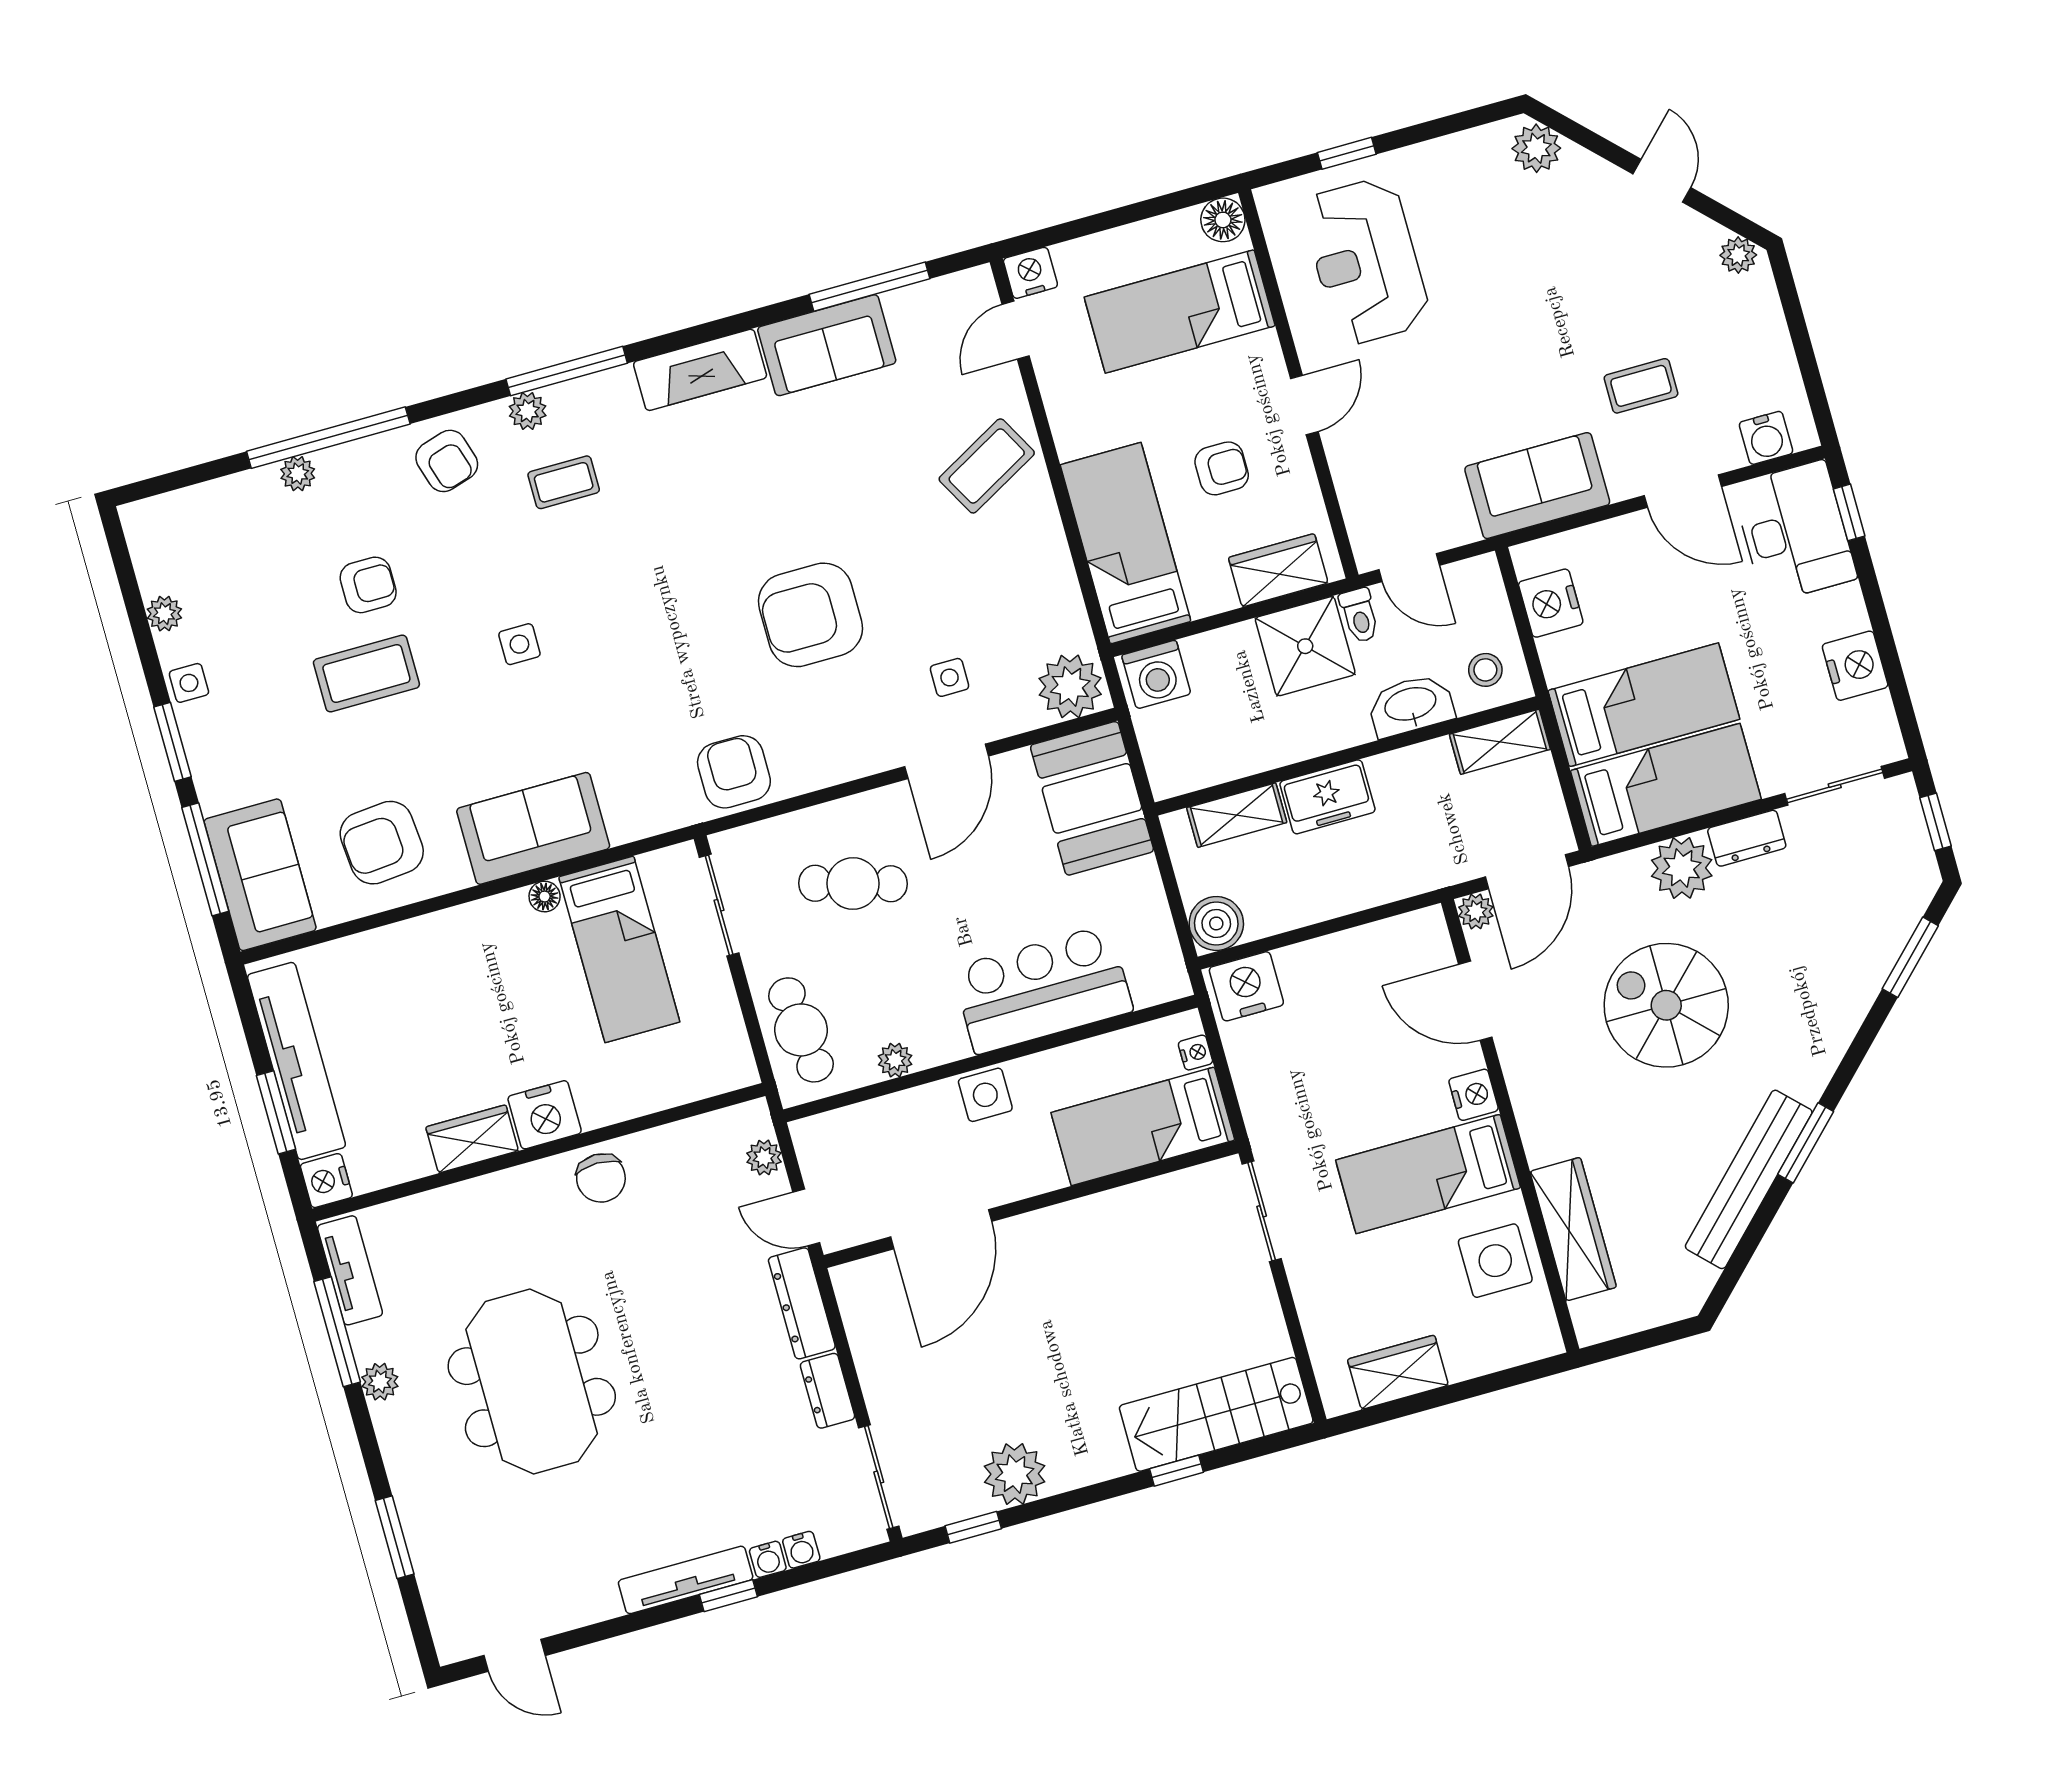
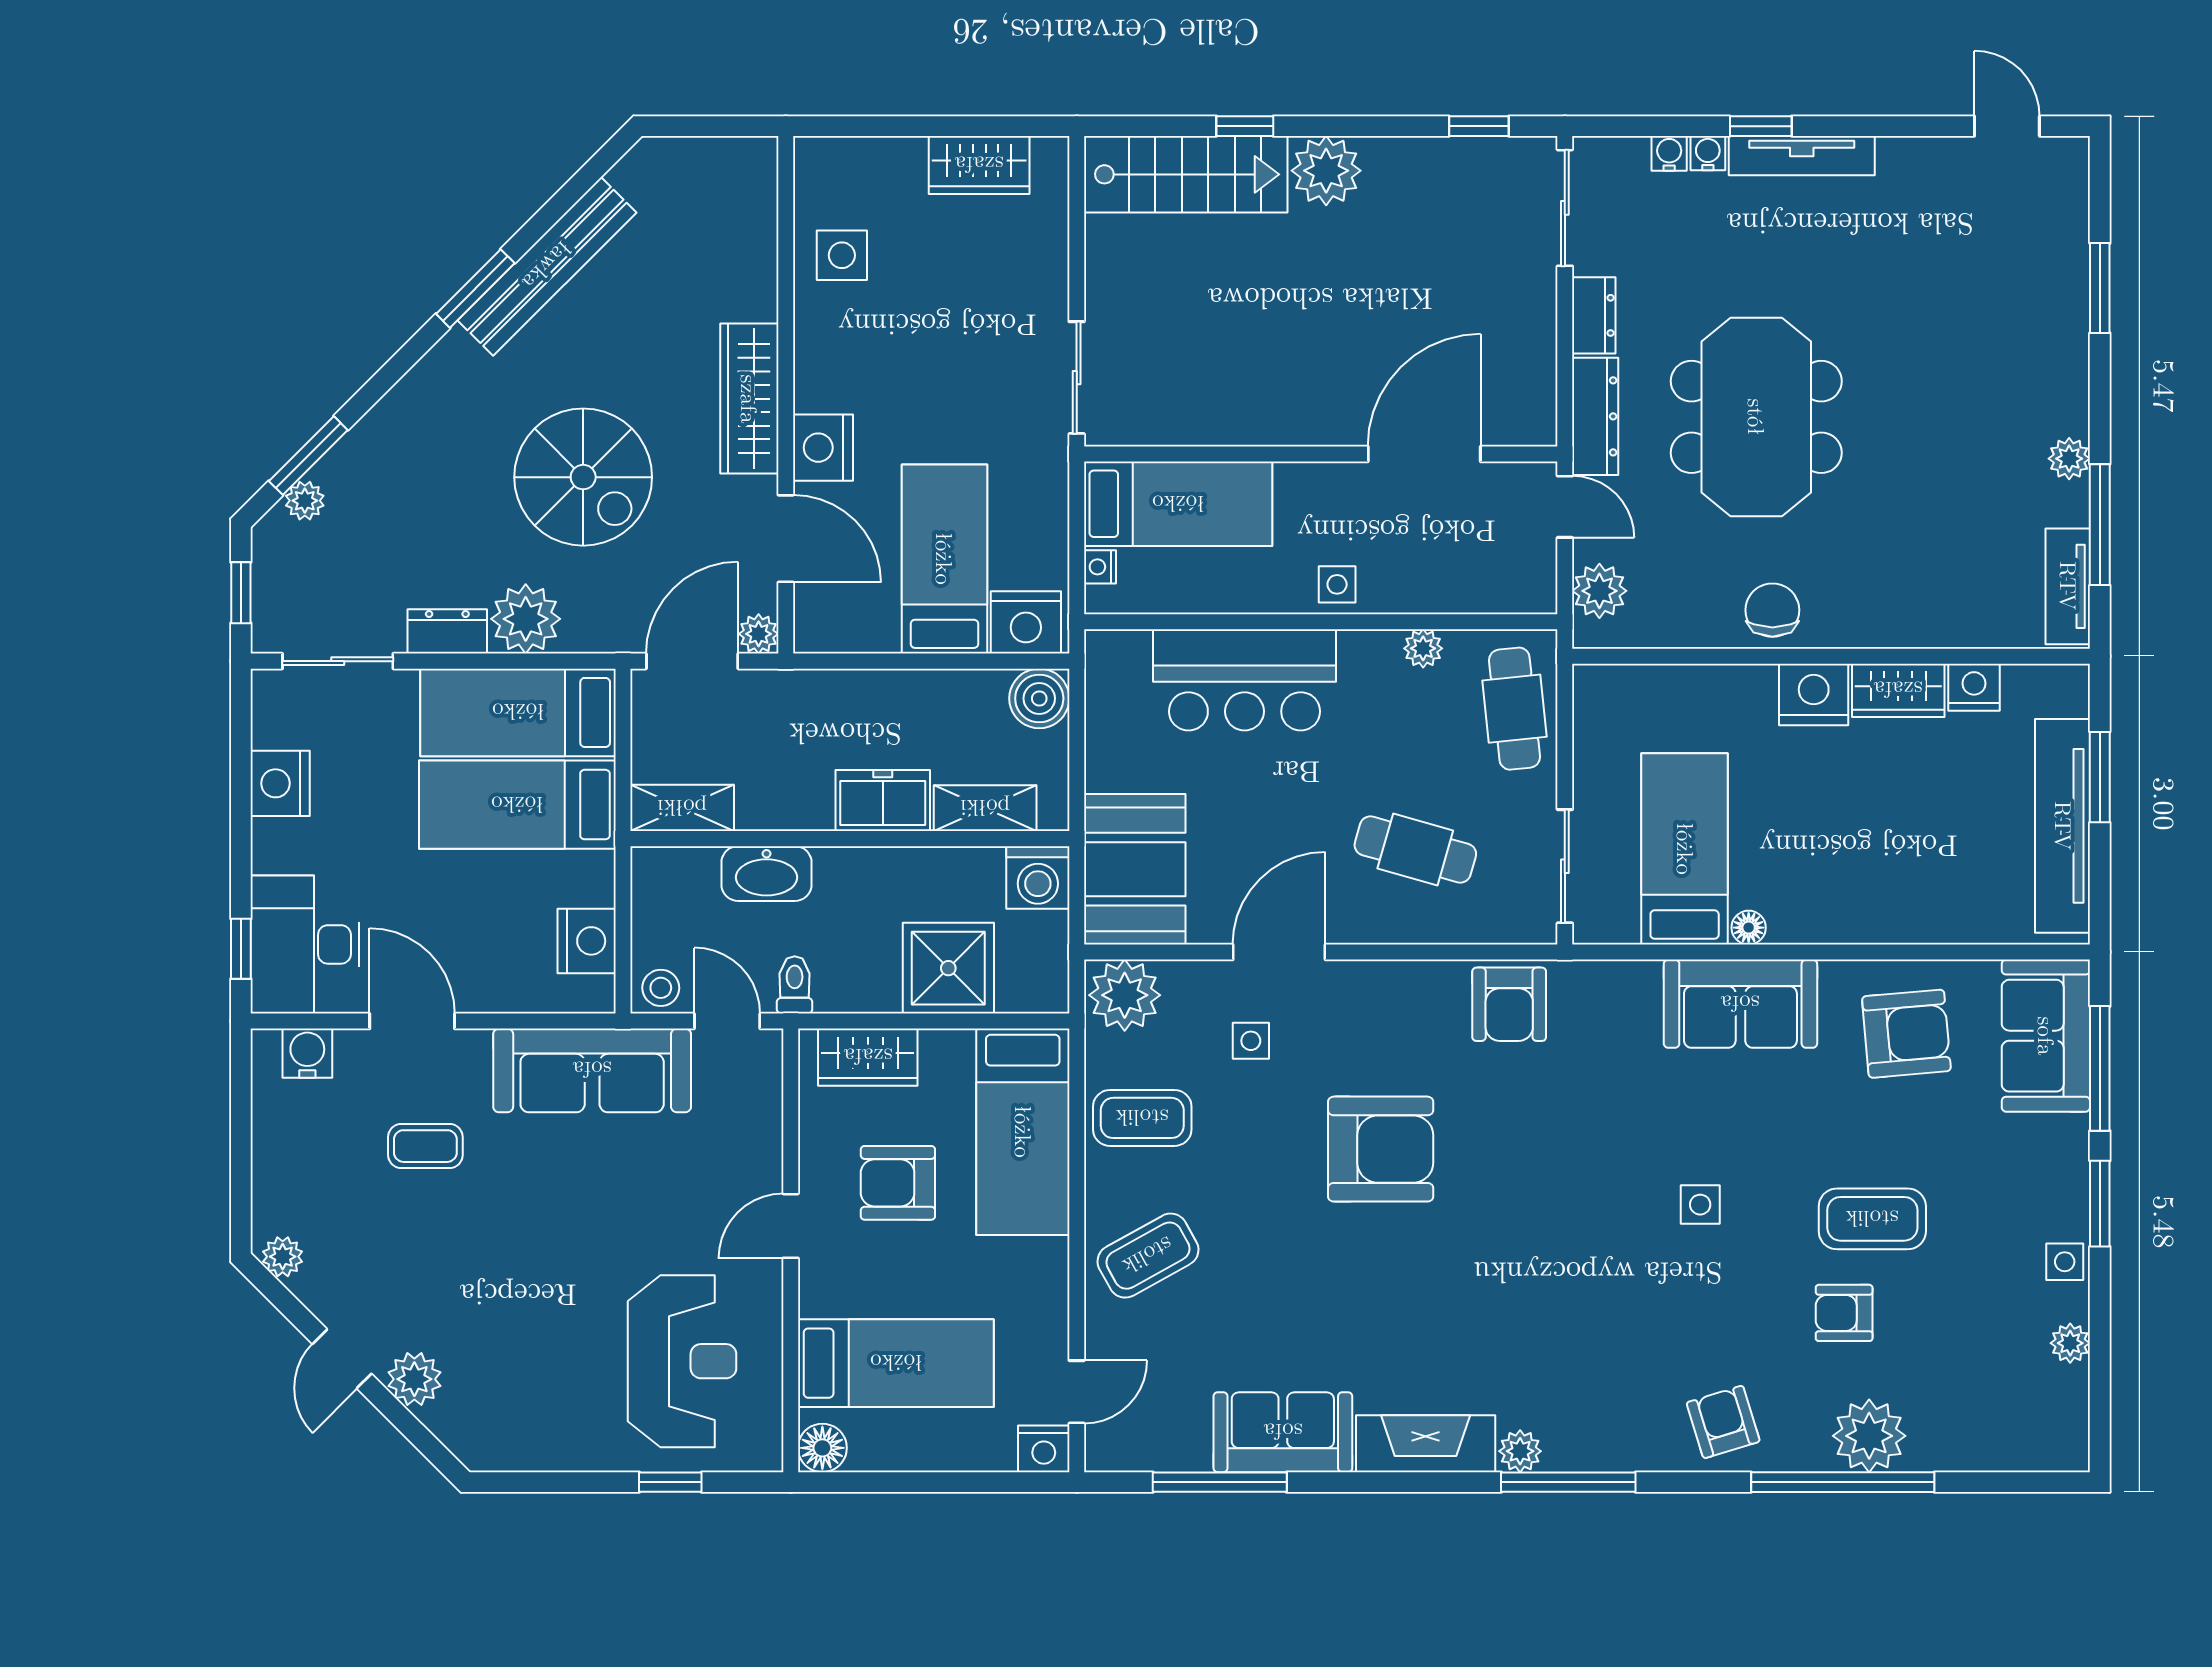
plant: (1536, 148) -> (414, 1379), moved
plant: (528, 411) -> (1520, 1451), moved
armchair: (1222, 468) -> (898, 1183), width x1.38, depth x1.38
plant: (298, 474) -> (1869, 1436), width x1.87, depth x1.87
coffee table: (564, 482) -> (1142, 1118), moved, width x1.36, depth x1.30
sofa: (1537, 486) -> (592, 1070), width x1.36
shower: (1305, 646) -> (948, 968), moved
stool: (1485, 670) -> (661, 988), moved
washing machine: (1156, 674) -> (1038, 877), moved, turned 180
plant: (1902, 917) -> (305, 501), added
side table: (985, 1095) -> (1337, 584), width x0.73, depth x0.73
nightstand: (1474, 1095) -> (823, 448), width x1.36, depth x1.33
plant: (764, 1158) -> (1599, 591), width x1.38, depth x1.38
bed: (1428, 1174) -> (944, 559), moved, turned -90
nightstand: (326, 1181) -> (1974, 687), moved, turned -90
wardrobe: (1573, 1229) -> (749, 399), moved
side table: (1495, 1261) -> (842, 255), width x0.73, depth x0.73
meeting table: (532, 1381) -> (1756, 417), moved
plant: (1015, 1474) -> (1326, 171), moved

